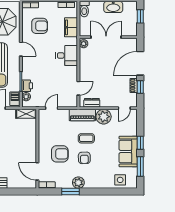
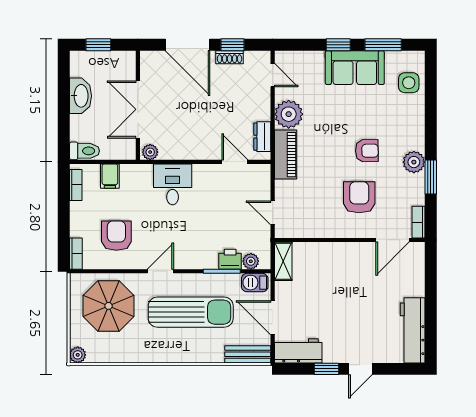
filing cabinet: (71, 27) -> (110, 176), width x0.50
coffee table: (86, 138) -> (330, 147), removed

